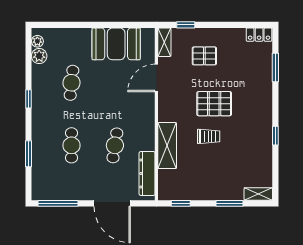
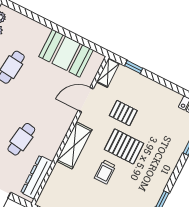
pallet: (204, 56) -> (123, 113), moved
trolley: (209, 136) -> (105, 172), turned 90
shelving: (167, 146) -> (74, 145), moved

